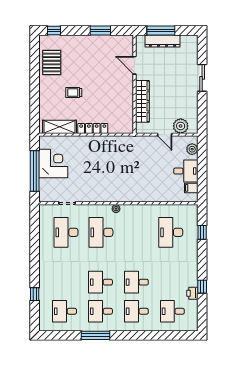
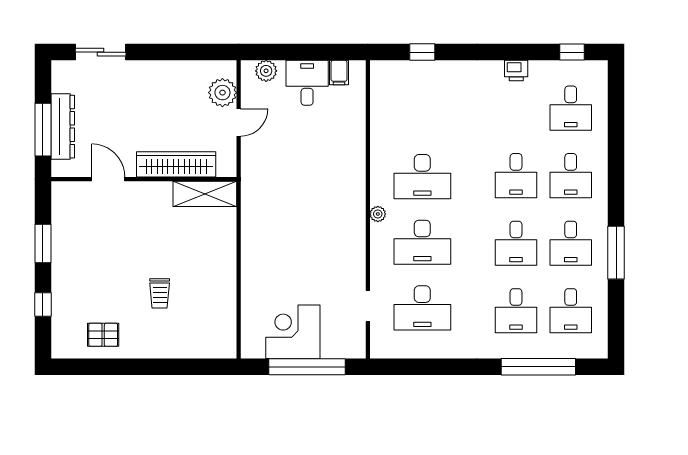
window: (54, 30) -> (43, 305), moved
pallet: (52, 63) -> (103, 335), width x0.67, depth x0.71
door: (135, 65) -> (108, 179), swing flipped
sliding door: (202, 78) -> (101, 52), moved
shelving: (60, 127) -> (205, 194), moved, turned 90
locker: (93, 128) -> (227, 258), removed
desk: (171, 232) -> (422, 177), moved
desk: (65, 282) -> (516, 311), added
window: (202, 287) -> (572, 52), moved
printer: (192, 293) -> (516, 71), moved
window: (35, 294) -> (538, 367), width x3.17

